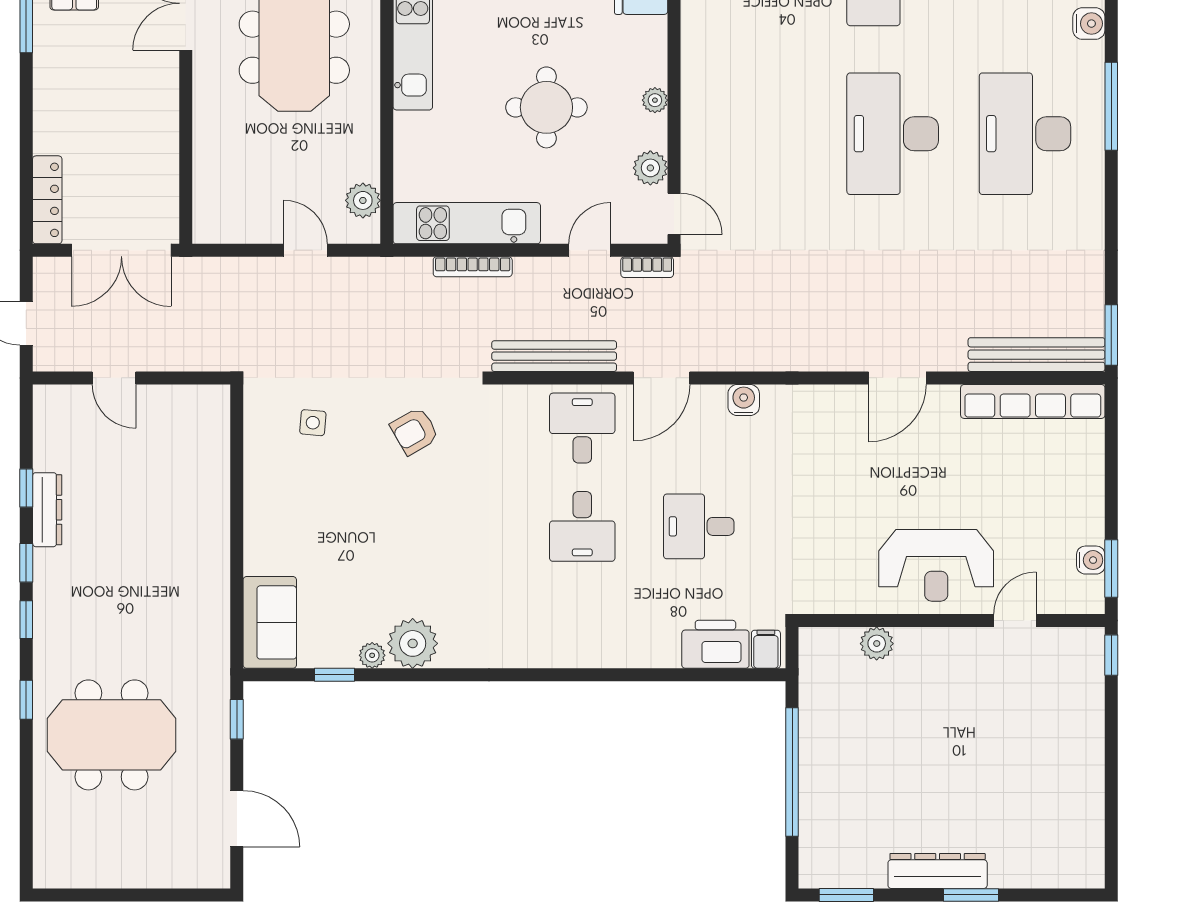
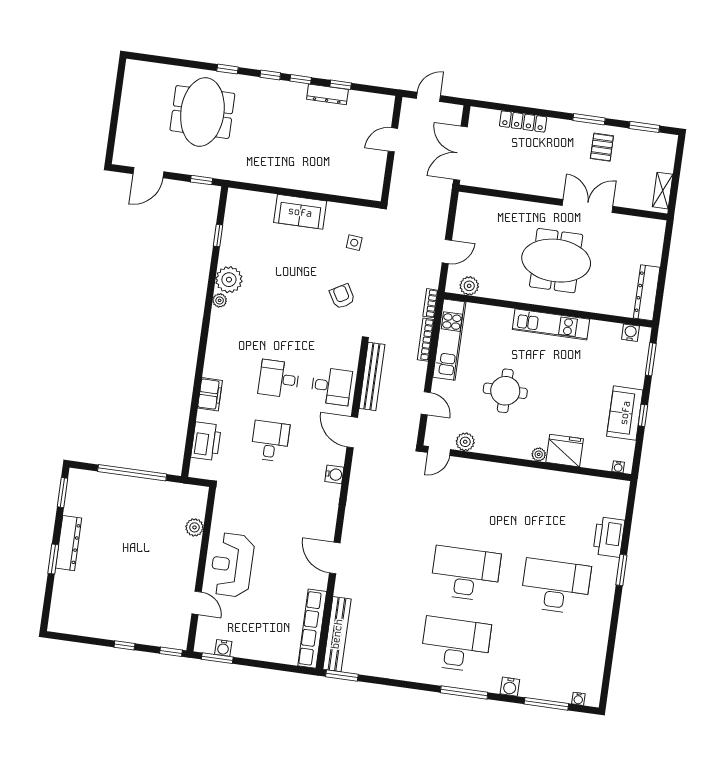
plant: (655, 100) -> (539, 454), moved
locker: (47, 200) -> (523, 122), moved
bookcase: (647, 267) -> (430, 303), moved
sofa: (270, 622) -> (300, 212), moved
filing cabinet: (766, 649) -> (210, 394), moved, width x2.00
plant: (372, 655) -> (220, 300), moved
window: (1111, 742) -> (124, 645), added

